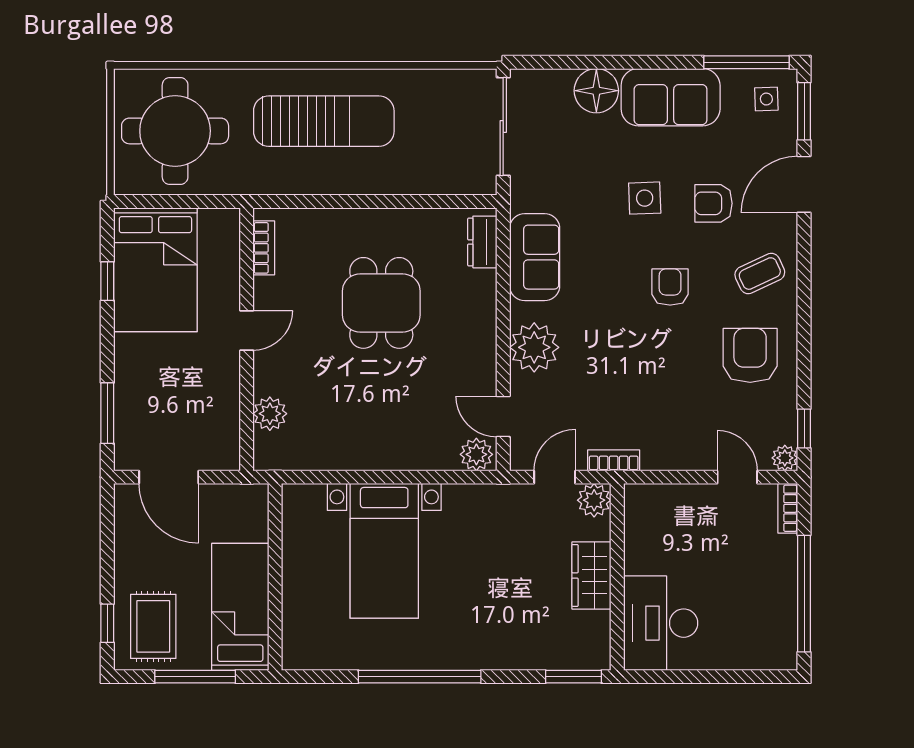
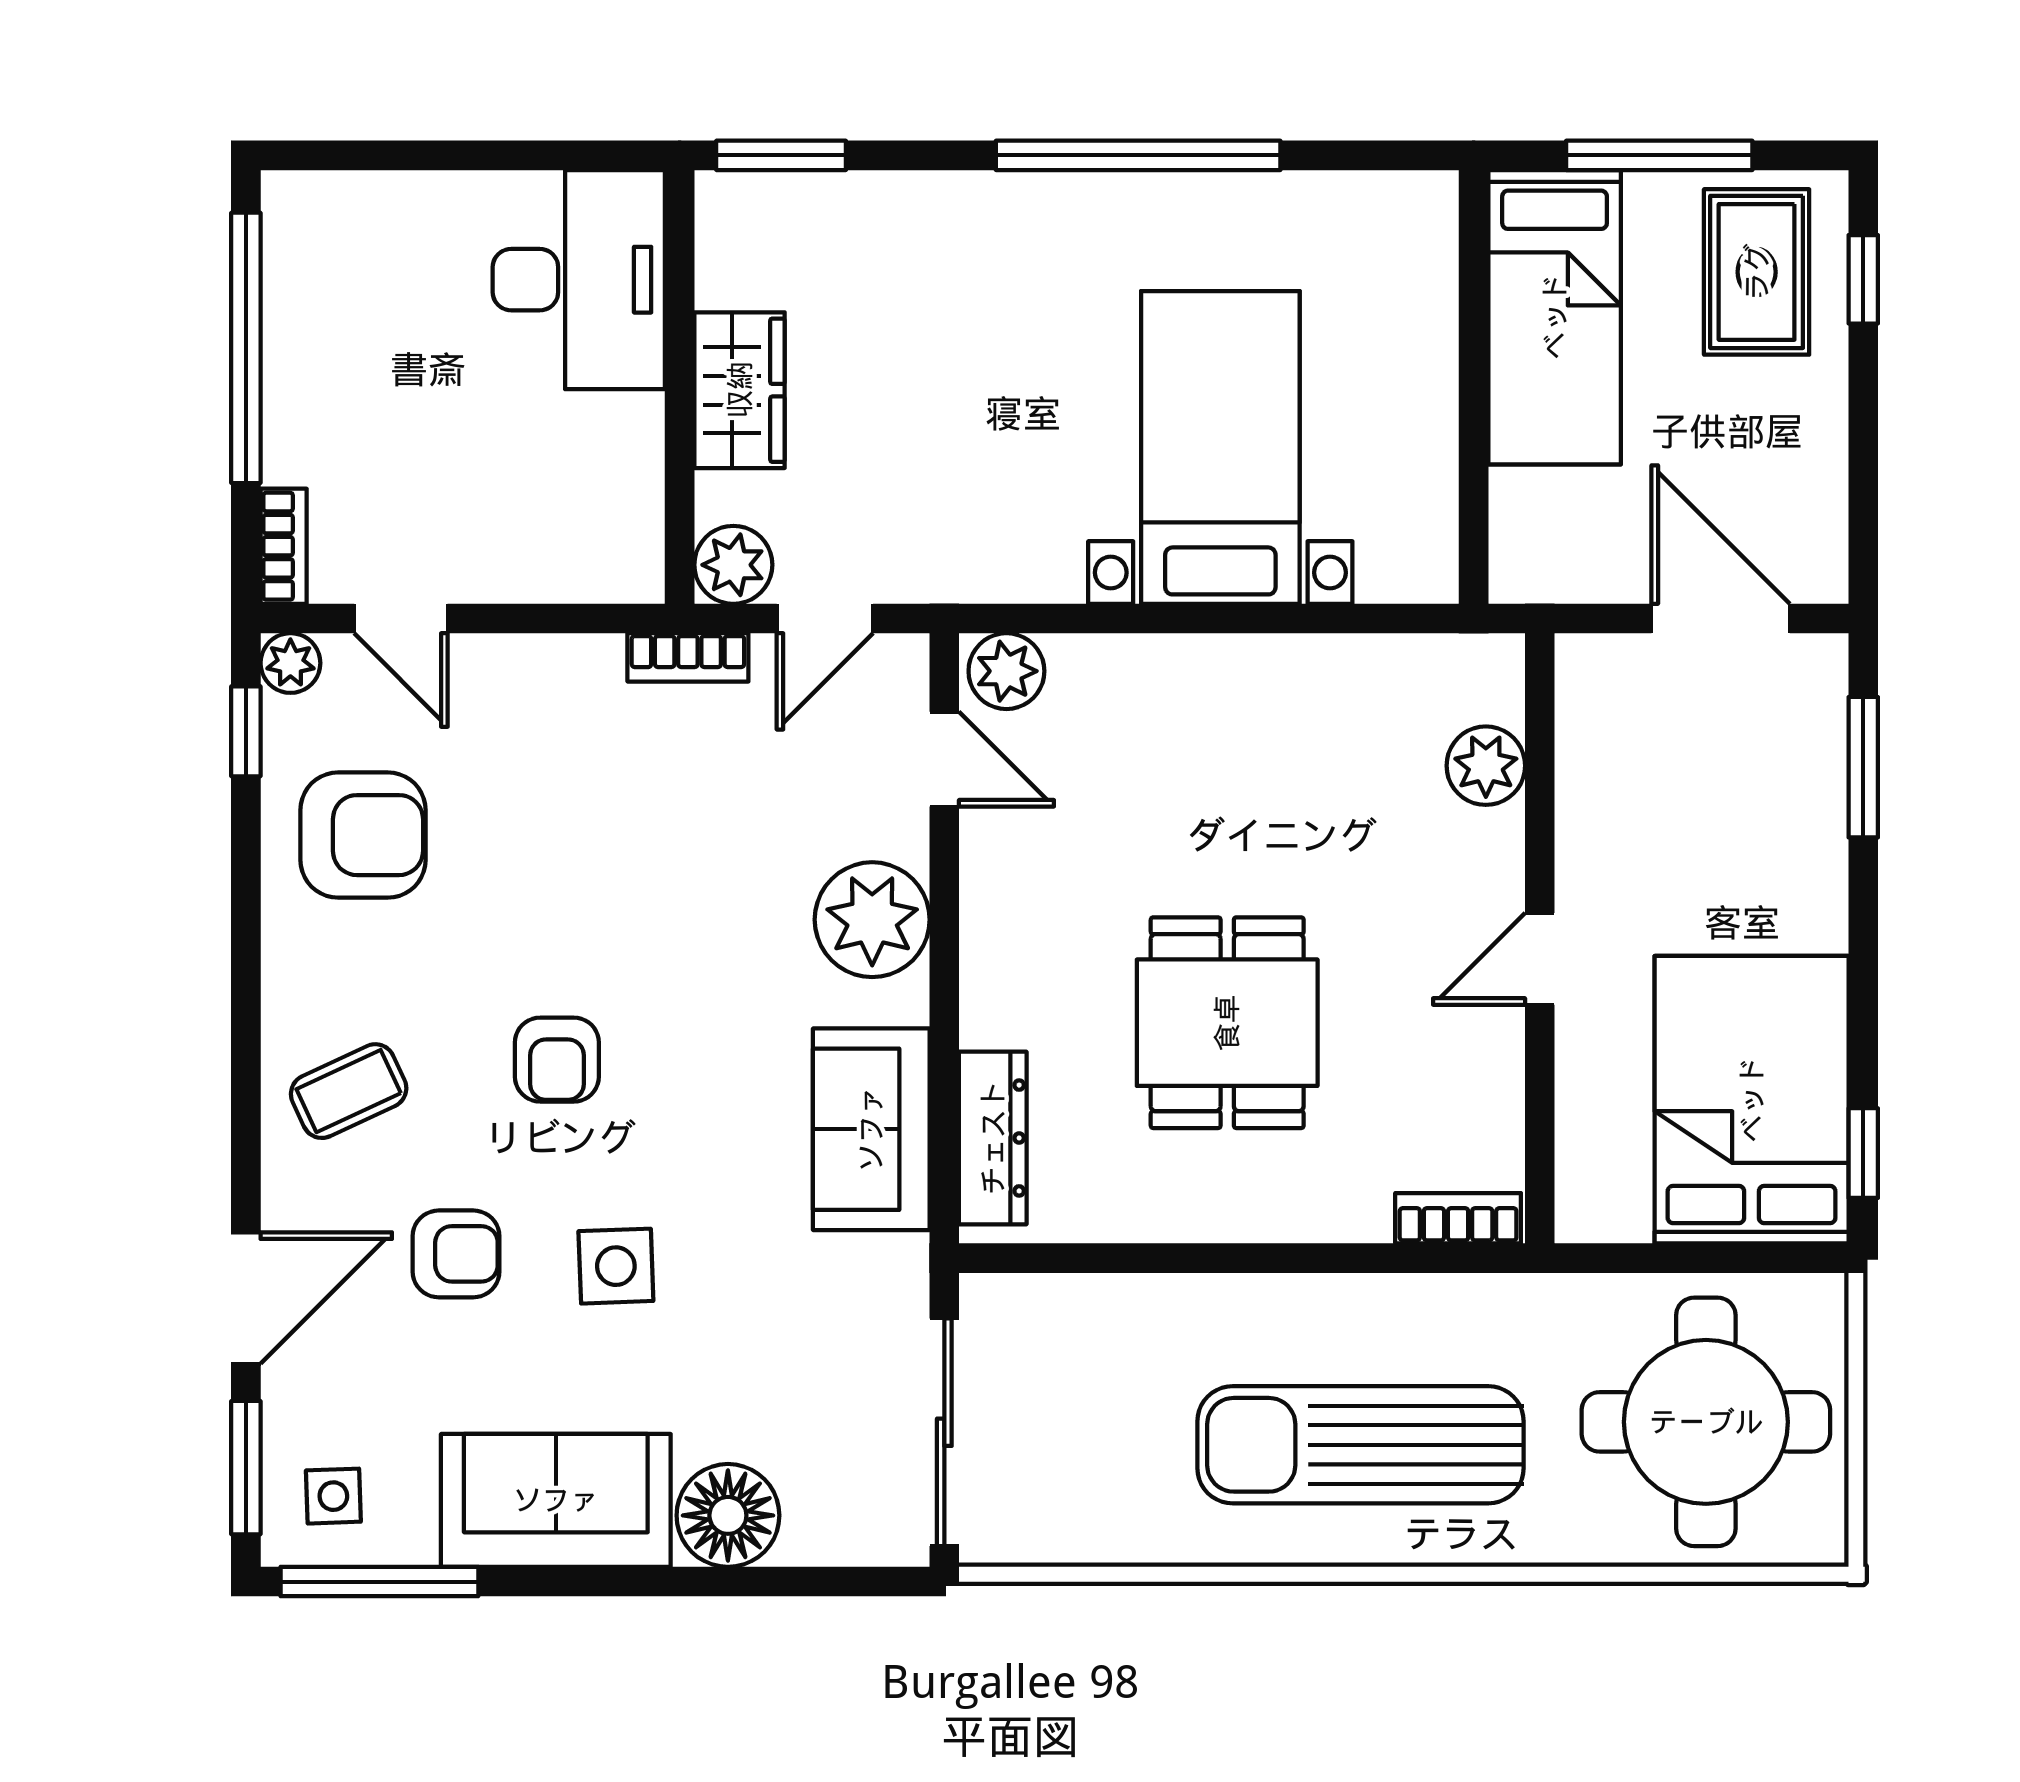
dresser: (482, 242) -> (993, 1138), width x1.44
bookcase: (264, 248) -> (1458, 1218), moved, turned 90
window: (107, 281) -> (1863, 1153), moved
armchair: (750, 355) -> (363, 835), moved, turned -90

